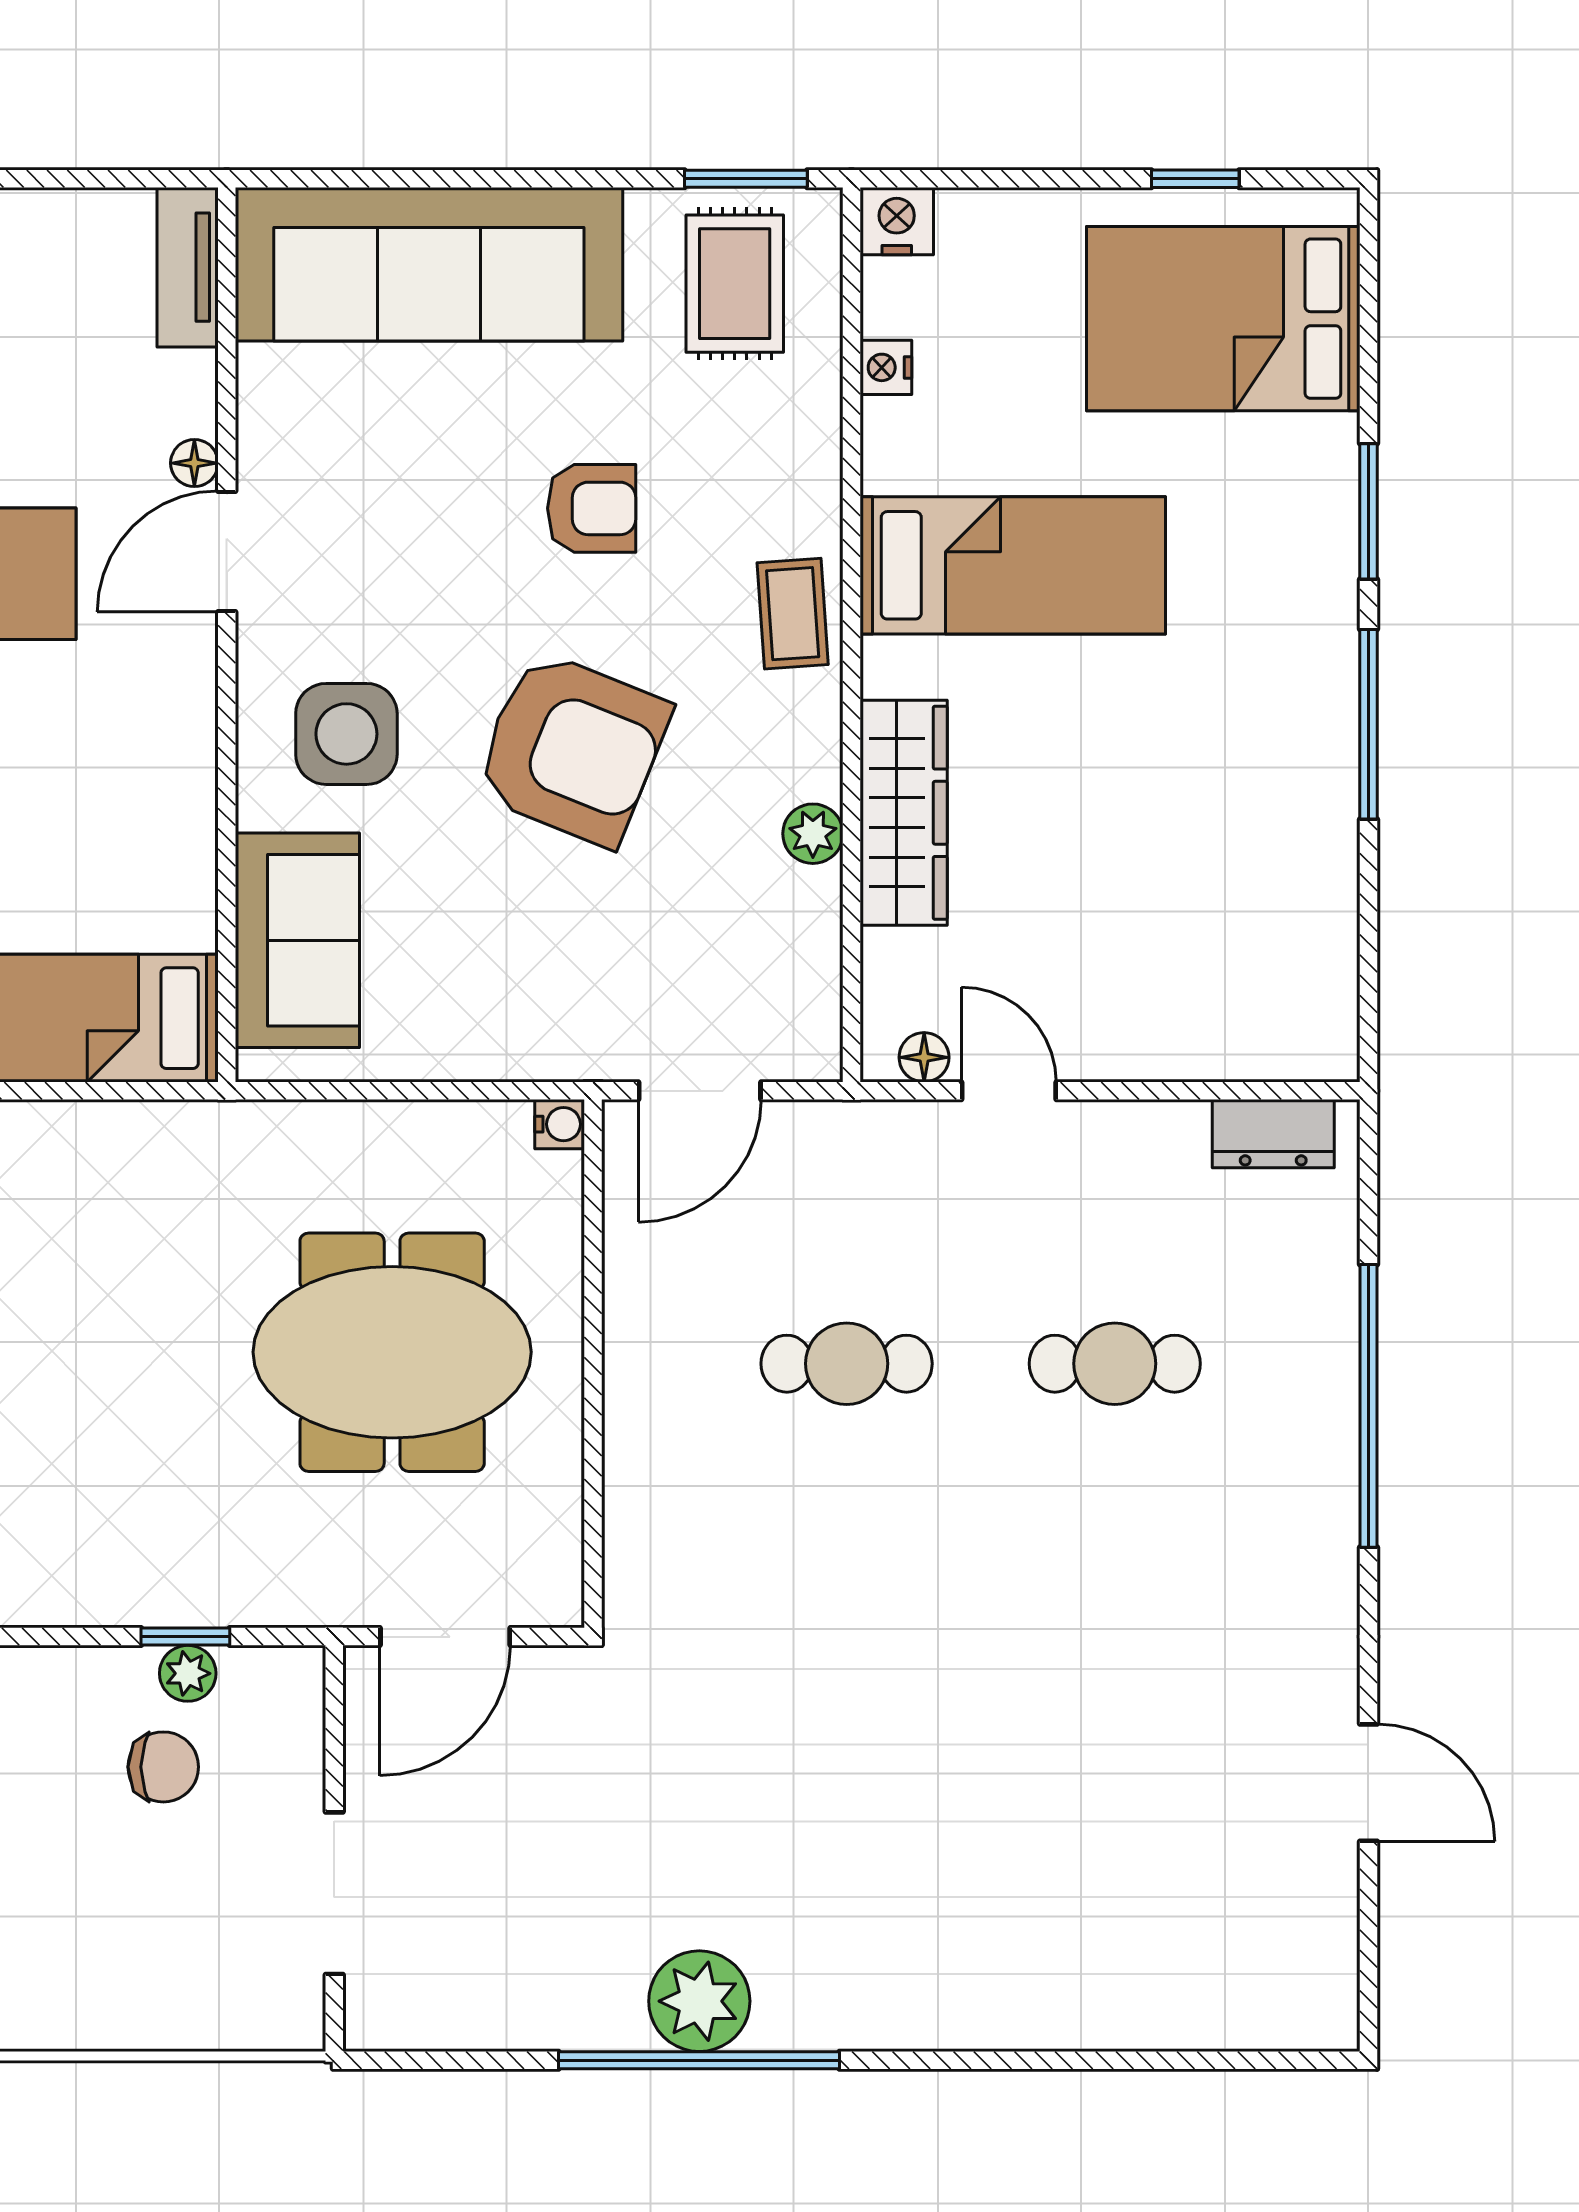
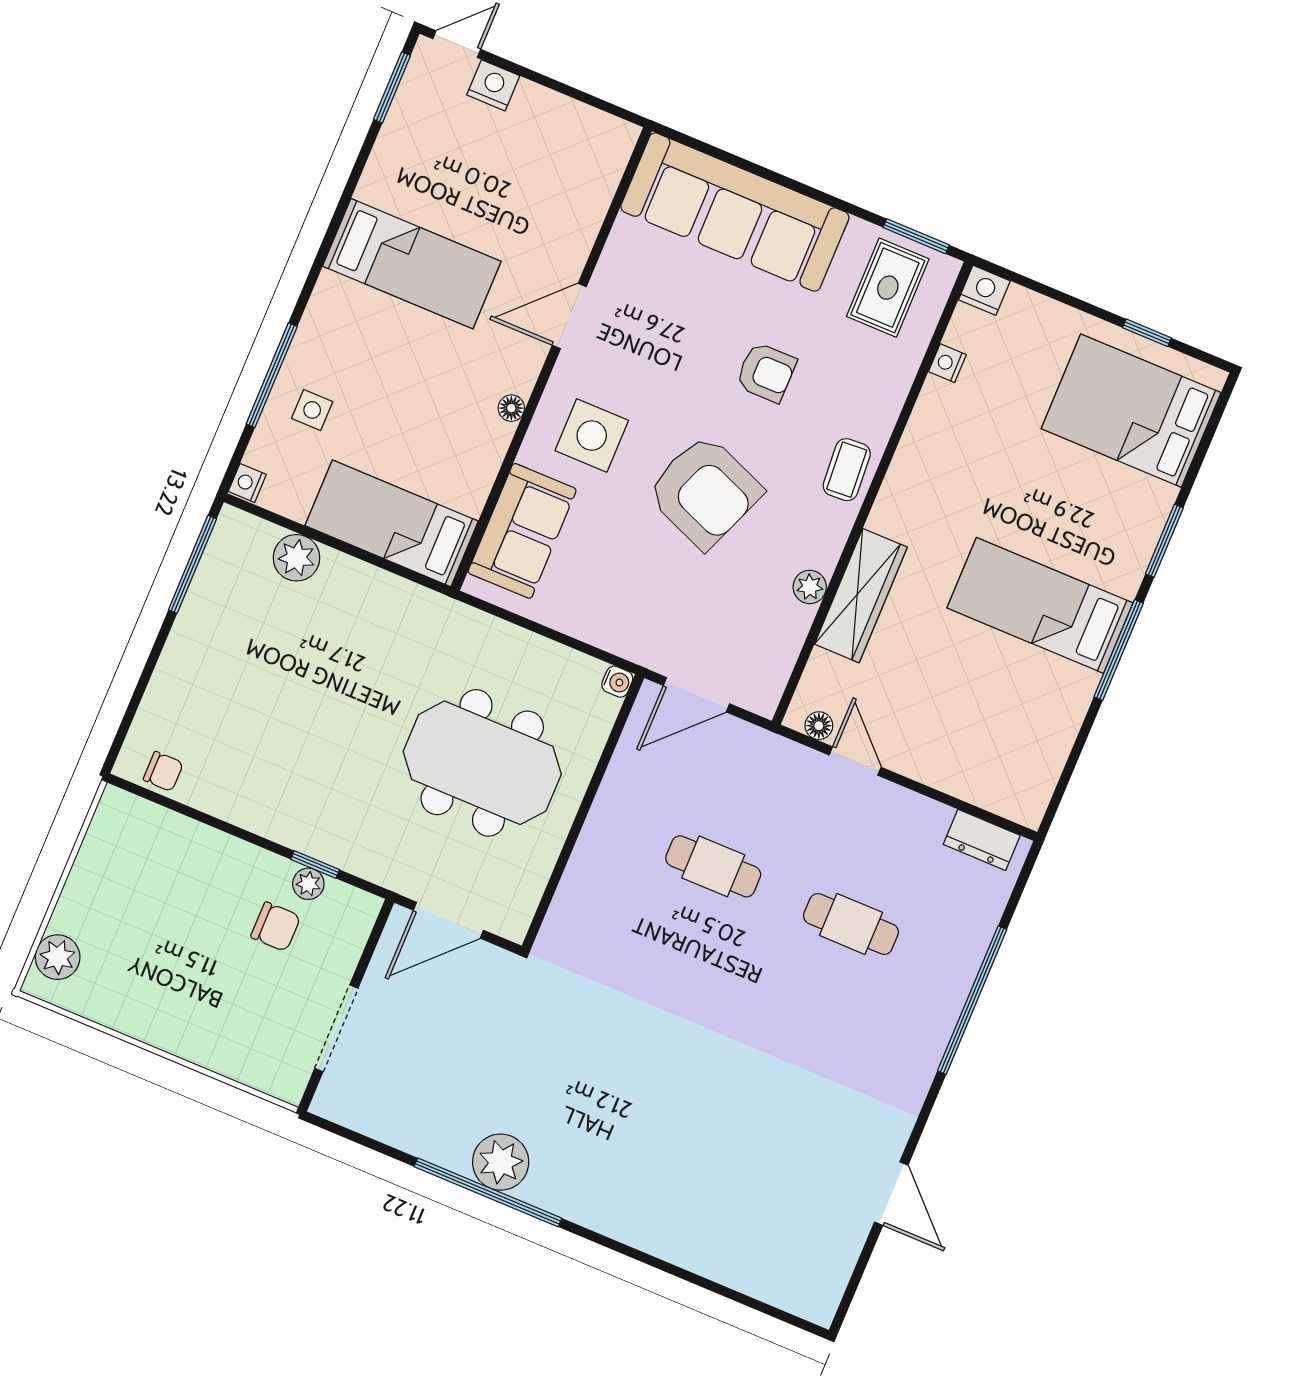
tv unit: (188, 267) -> (610, 162), removed
floor lamp: (194, 463) -> (511, 408), moved
bed: (1013, 565) -> (1040, 605), moved, turned 180

